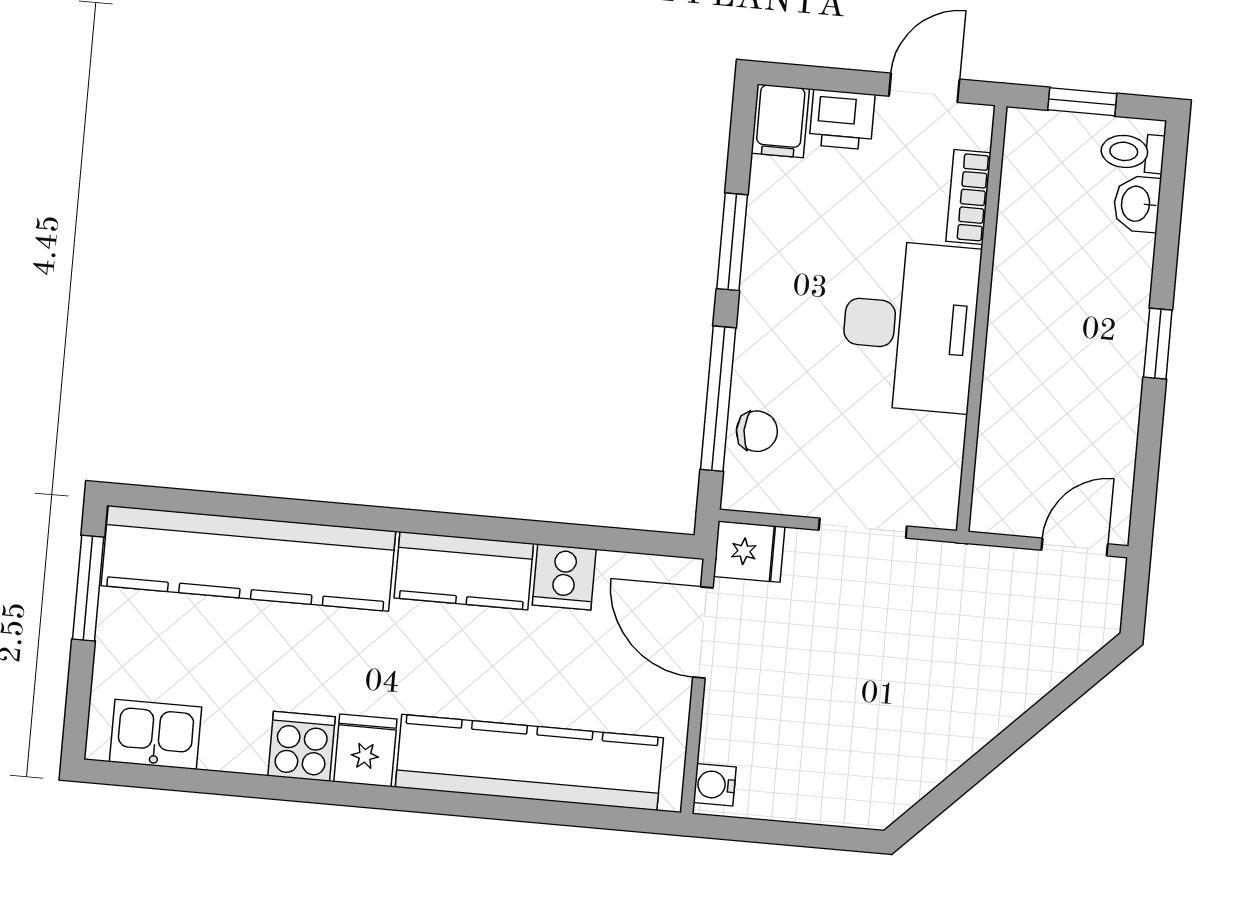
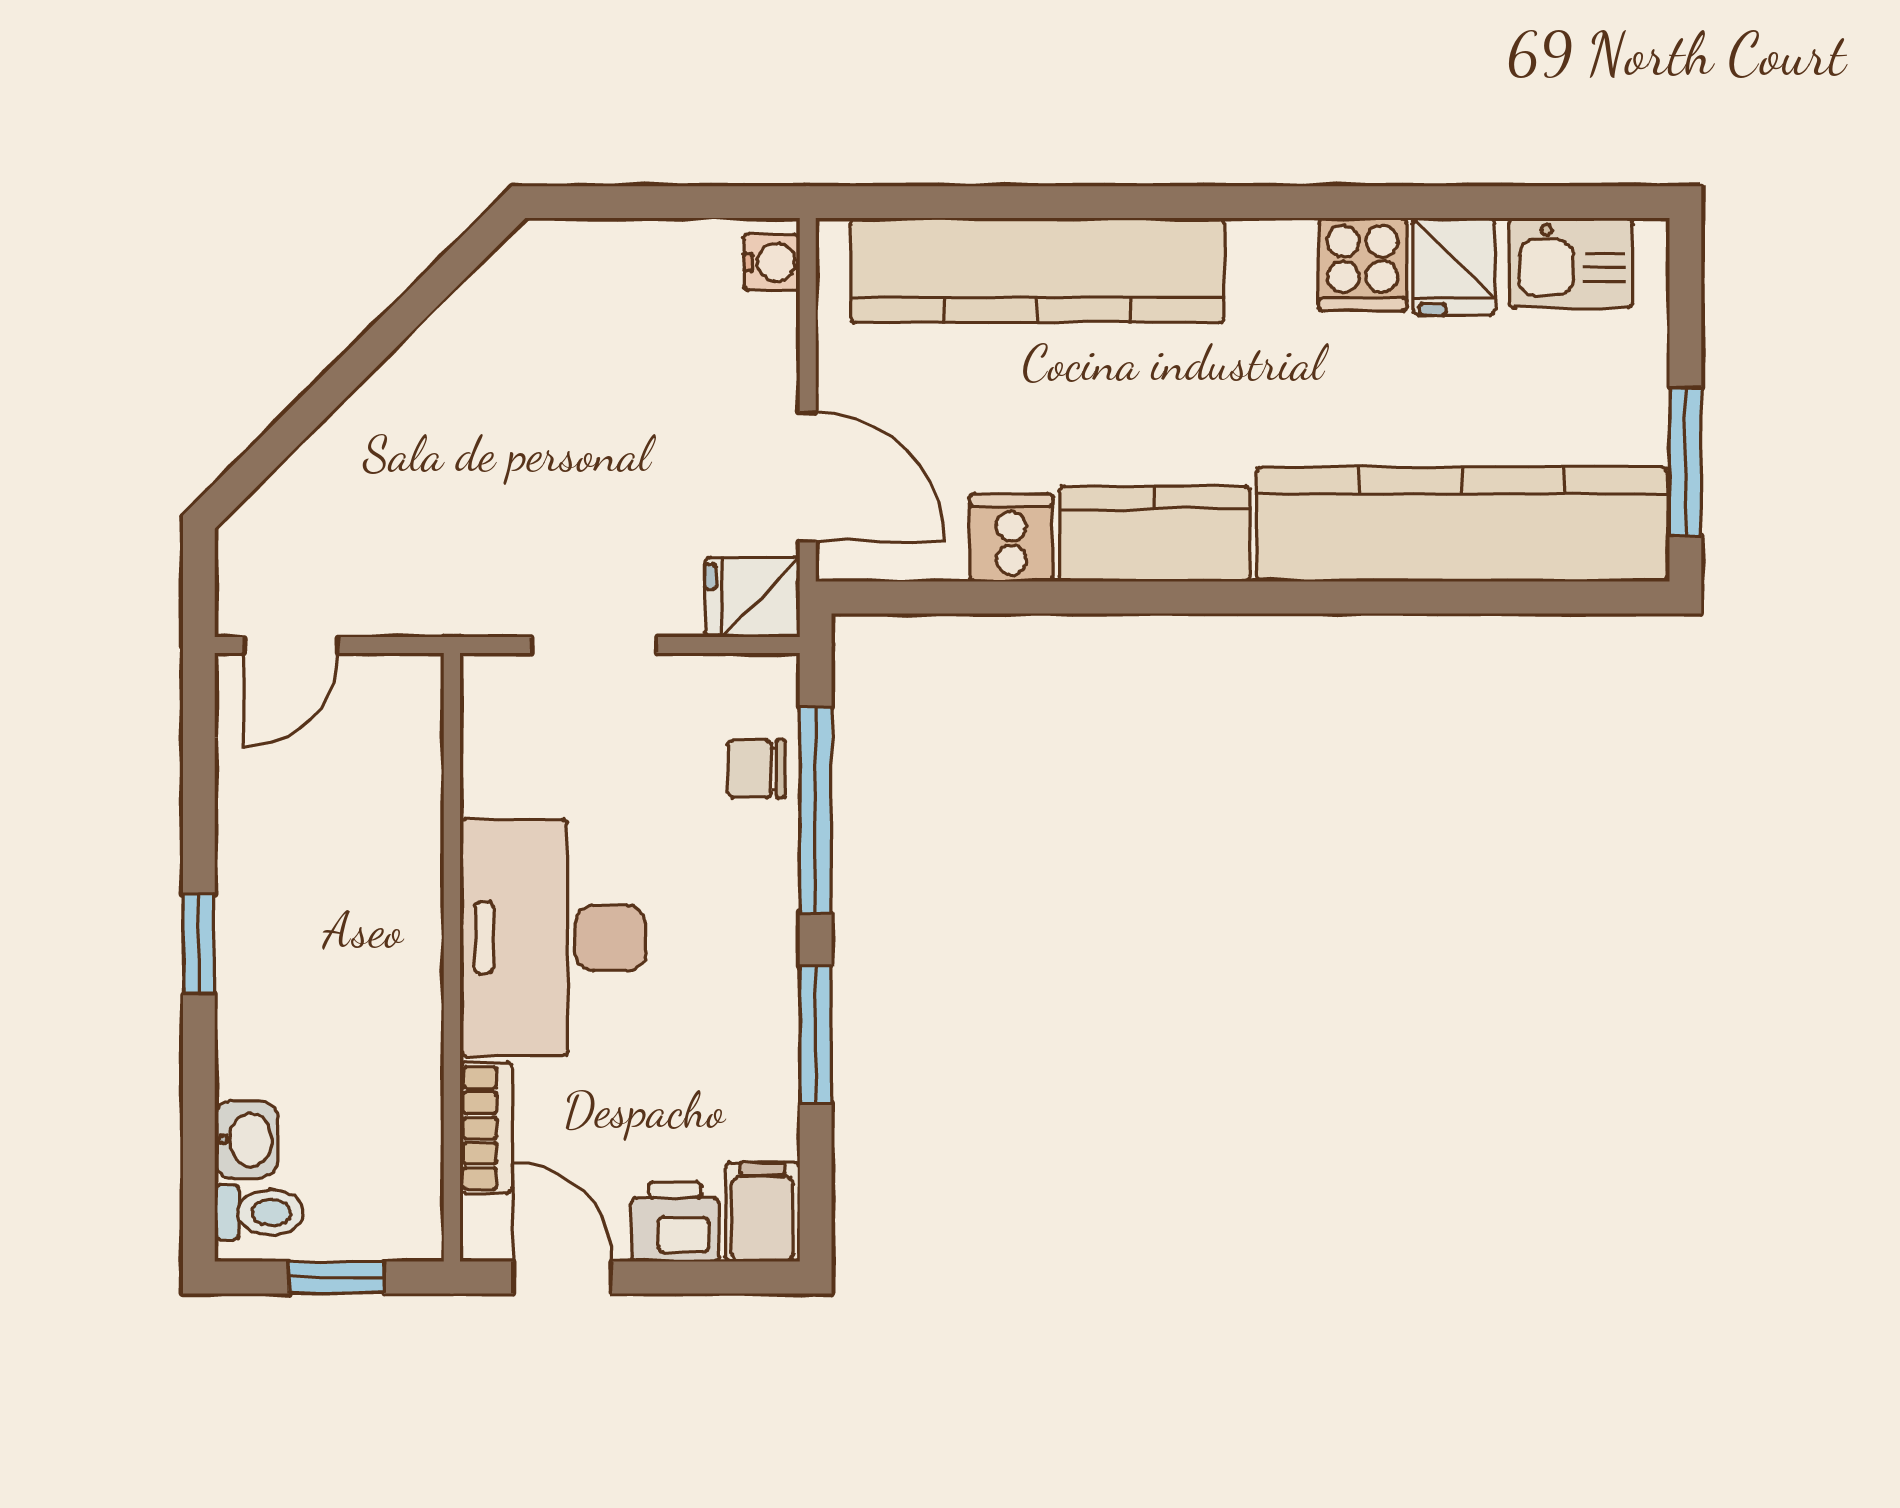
door: (924, 88) -> (563, 1277), swing flipped
fridge: (365, 750) -> (1454, 267), moved

